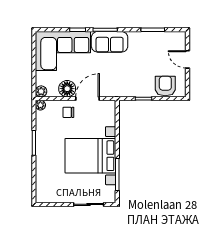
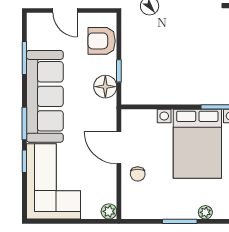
sofa: (110, 42) -> (45, 96), width x1.85, depth x1.27
door: (187, 59) -> (65, 11), hinge flipped
floor lamp: (67, 89) -> (105, 87), moved
plant: (40, 105) -> (205, 212), moved

